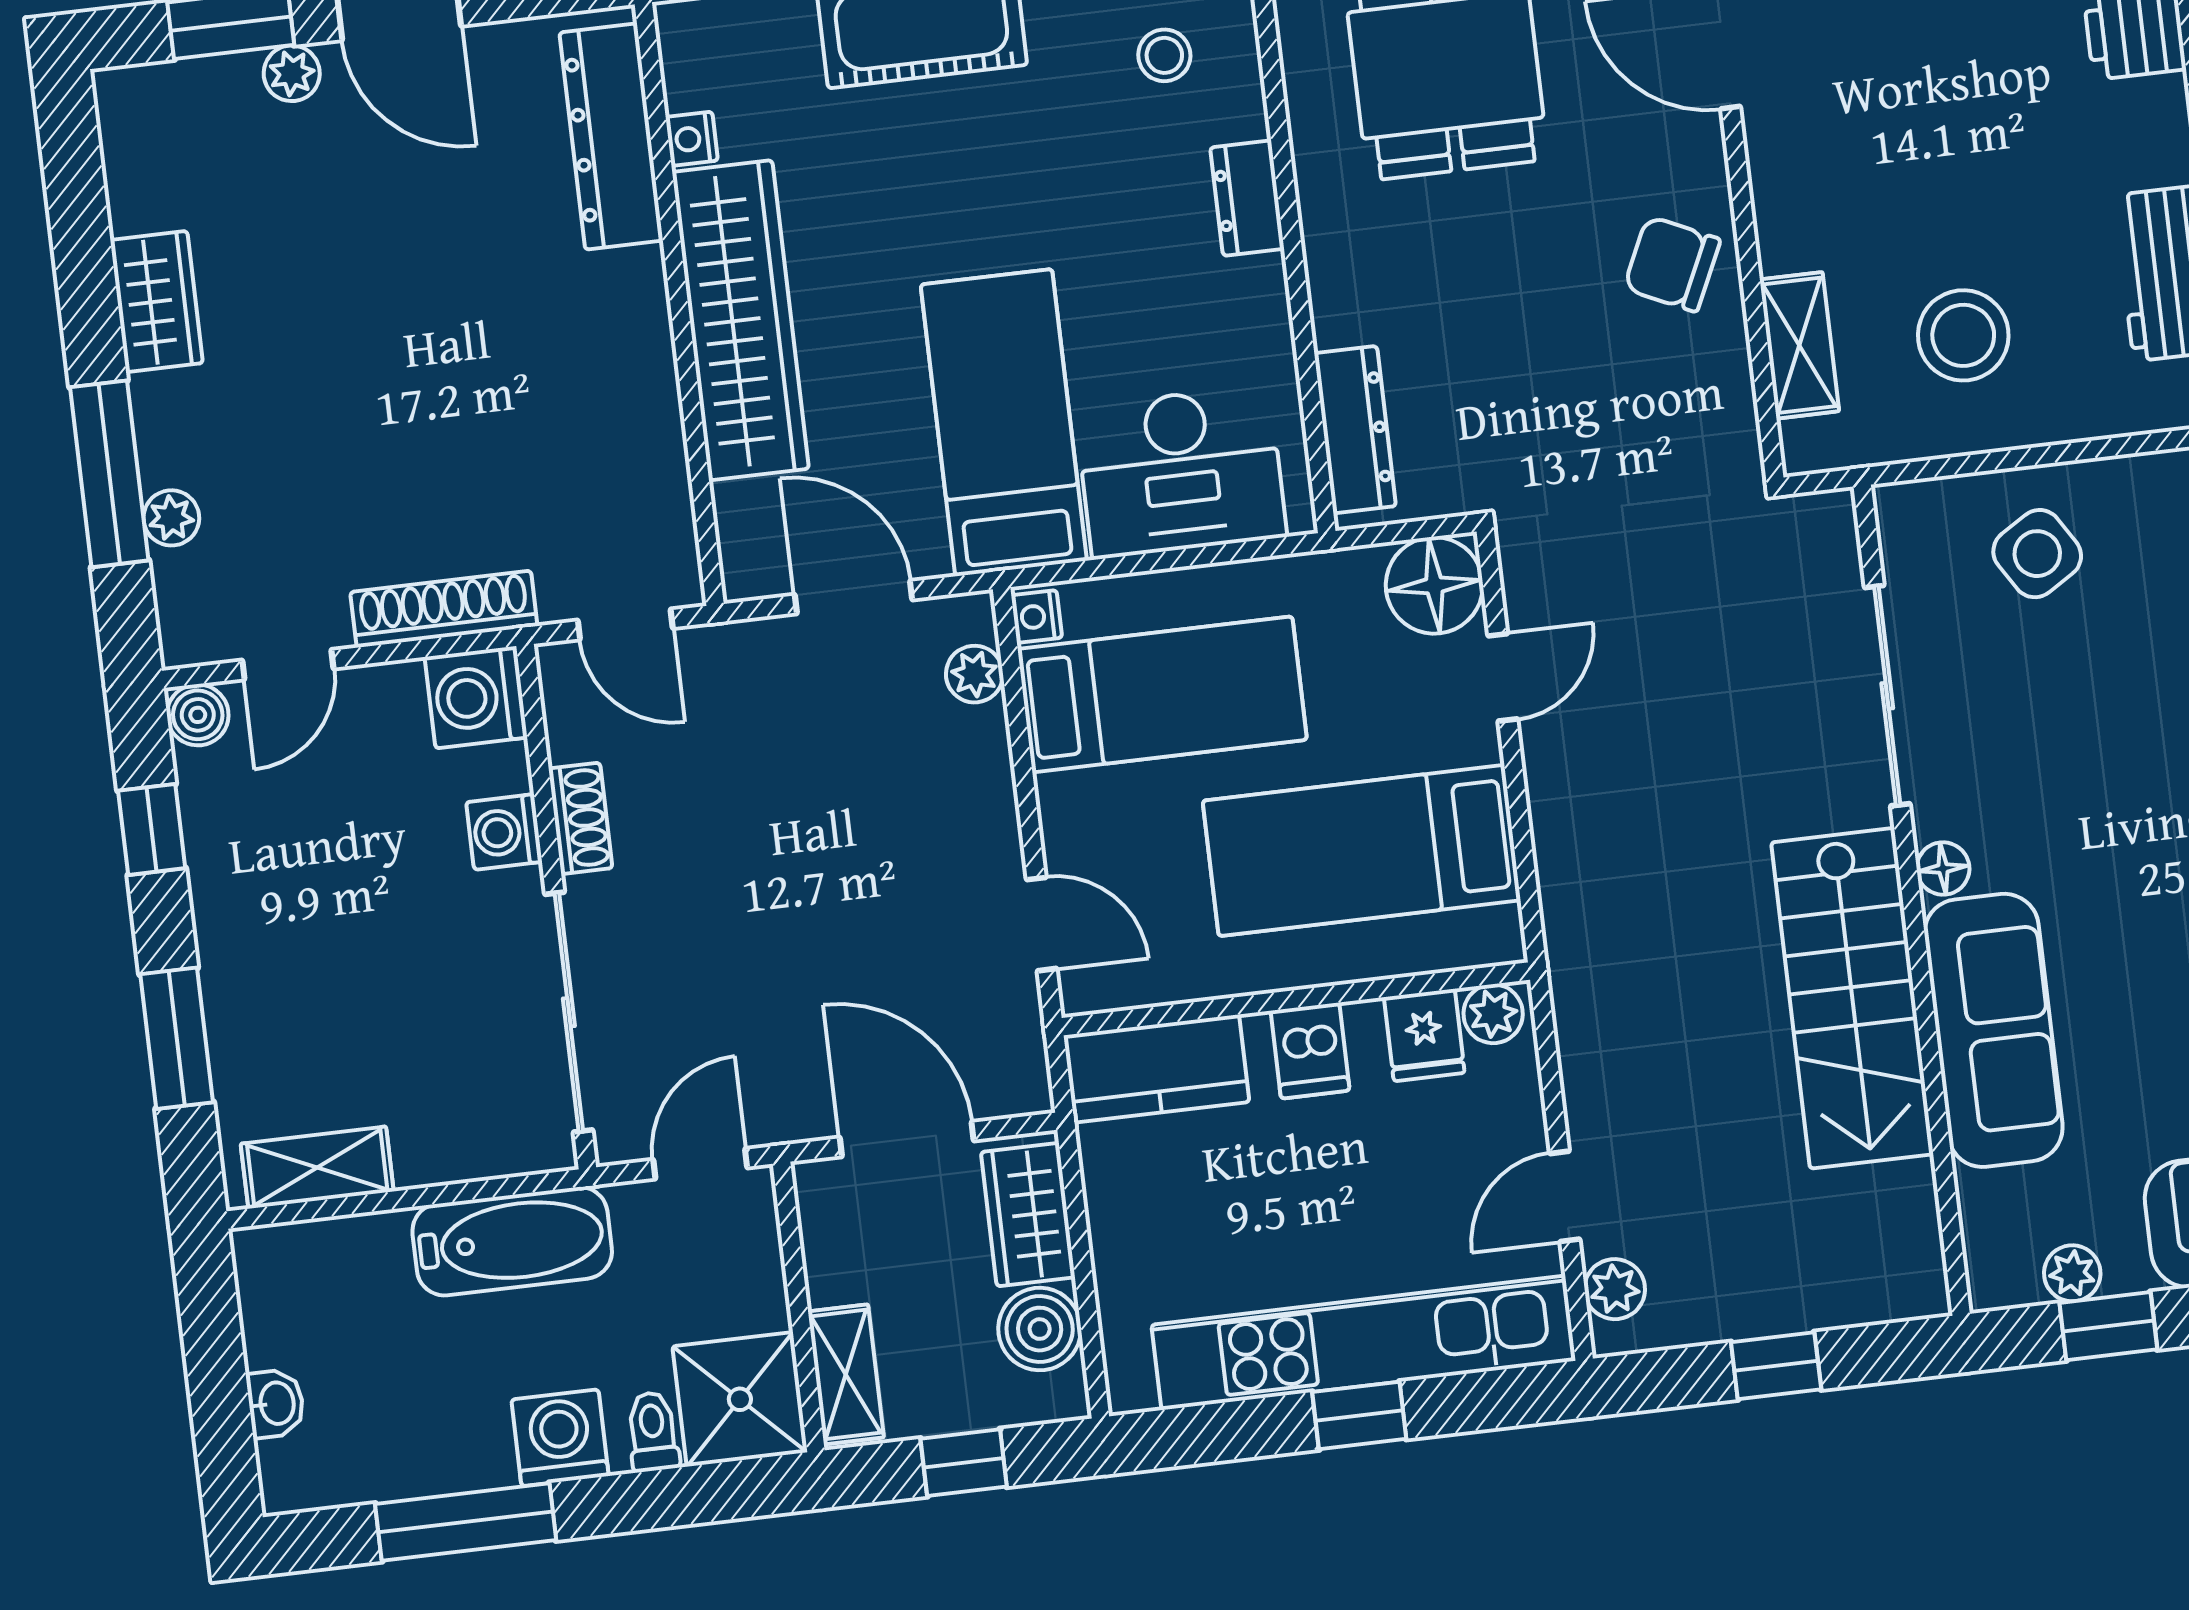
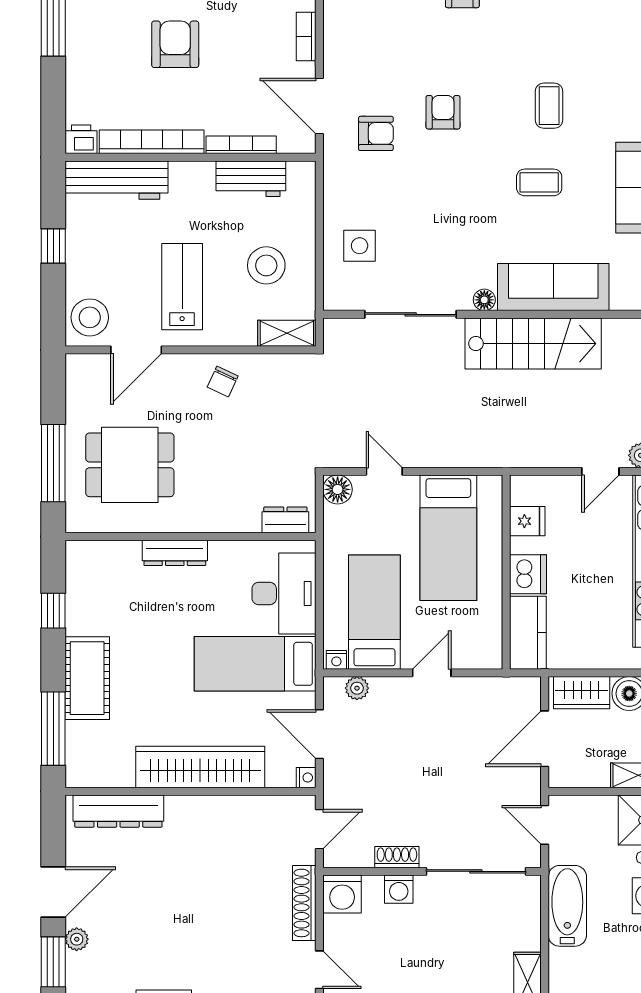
stool: (1164, 55) -> (112, 580), removed
nightstand: (692, 139) -> (306, 778), moved, turned -90
lab bench: (1888, 139) -> (182, 287), added
dresser: (1247, 198) -> (175, 553), width x1.44
chair: (1672, 264) -> (223, 382), width x0.73, depth x0.73
shelving: (1799, 345) -> (287, 333), moved
dresser: (1355, 430) -> (285, 520), width x0.70
side table: (2037, 554) -> (360, 246), turned 32
floor lamp: (1434, 585) -> (338, 489), width x0.73, depth x0.73
door: (854, 597) -> (319, 734), hinge flipped
door: (1042, 924) -> (432, 673), moved
plant: (1493, 1014) -> (522, 492), removed
dishwasher: (1310, 1051) -> (528, 574), width x1.38
door: (1565, 1196) -> (600, 471), hinge flipped

